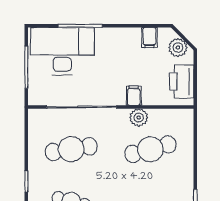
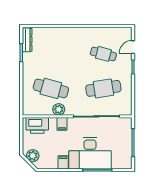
filing cabinet: (149, 38) -> (63, 162), moved
desk: (62, 51) -> (90, 153), moved
printer: (182, 81) -> (37, 125), moved, turned 90
cafe table: (150, 149) -> (51, 88), turned 30

